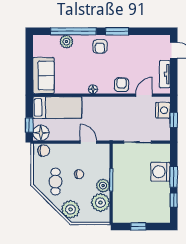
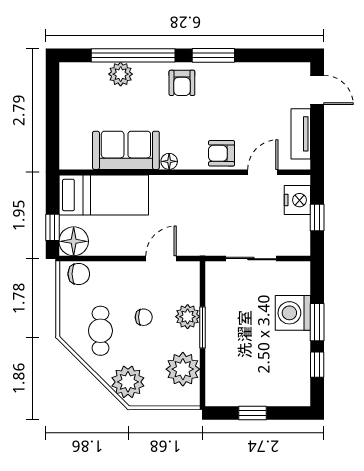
sofa: (43, 75) -> (126, 150), moved, turned -90
armchair: (122, 85) -> (222, 153), turned -93
door: (89, 142) -> (161, 259), hinge flipped
plant: (103, 186) -> (188, 317), moved

